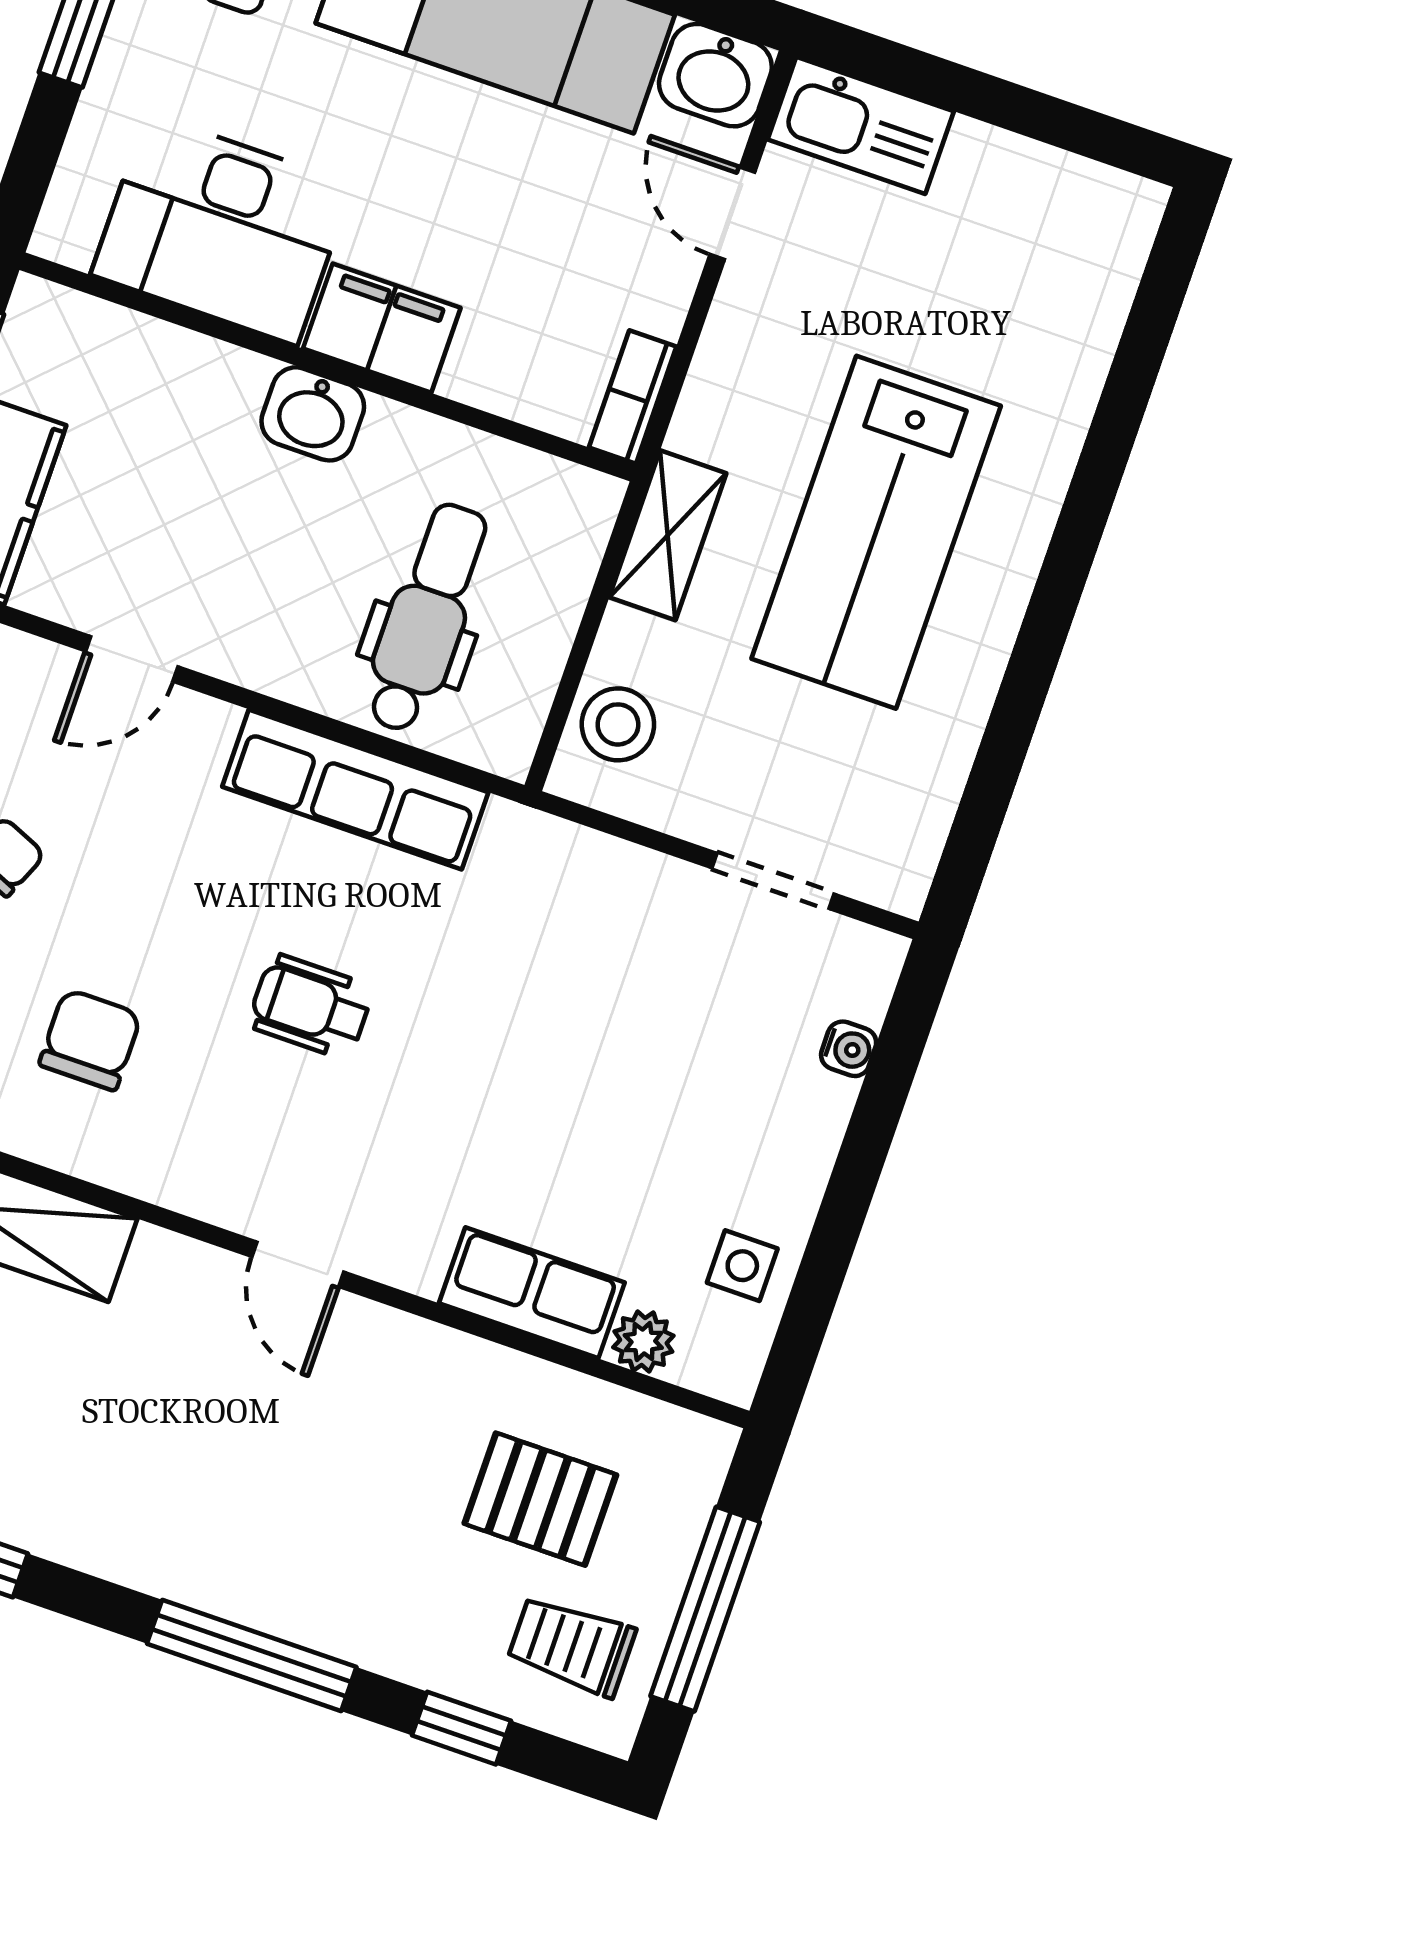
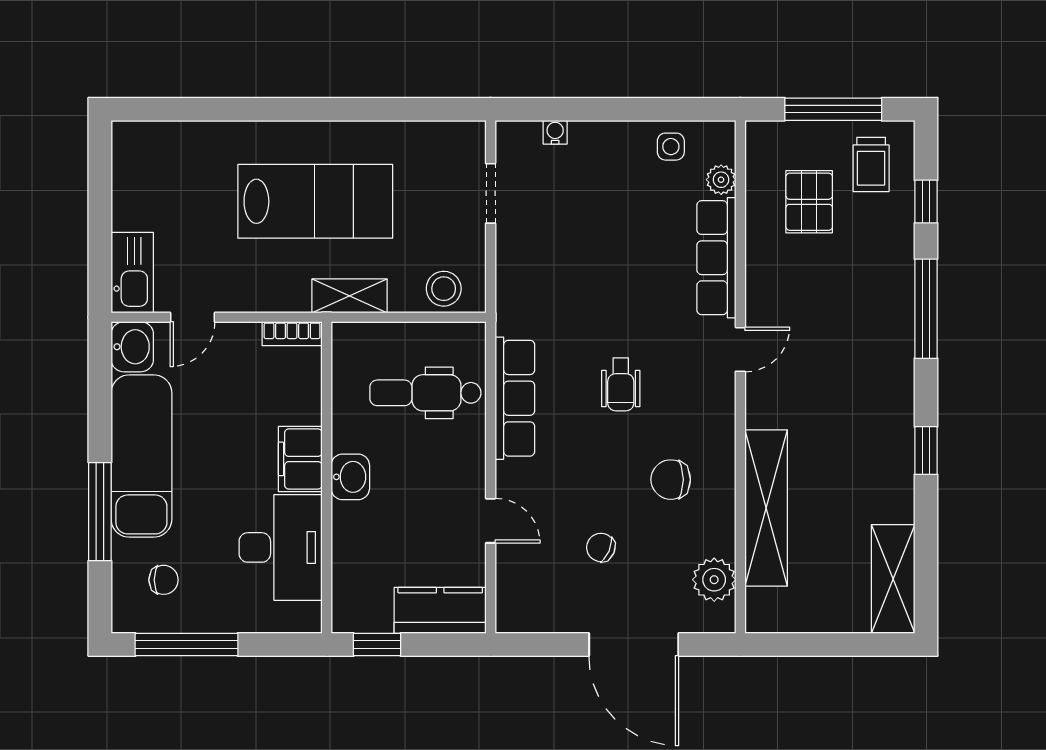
row of seats: (532, 1293) -> (716, 258), width x1.48

